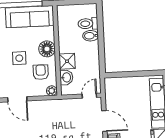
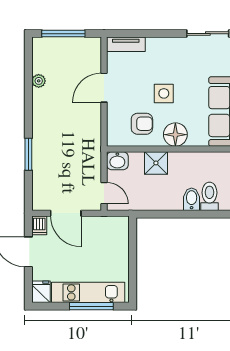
washbasin: (66, 77) -> (117, 161), moved
plant: (52, 91) -> (114, 138), removed
door: (104, 121) -> (66, 213), hinge flipped

